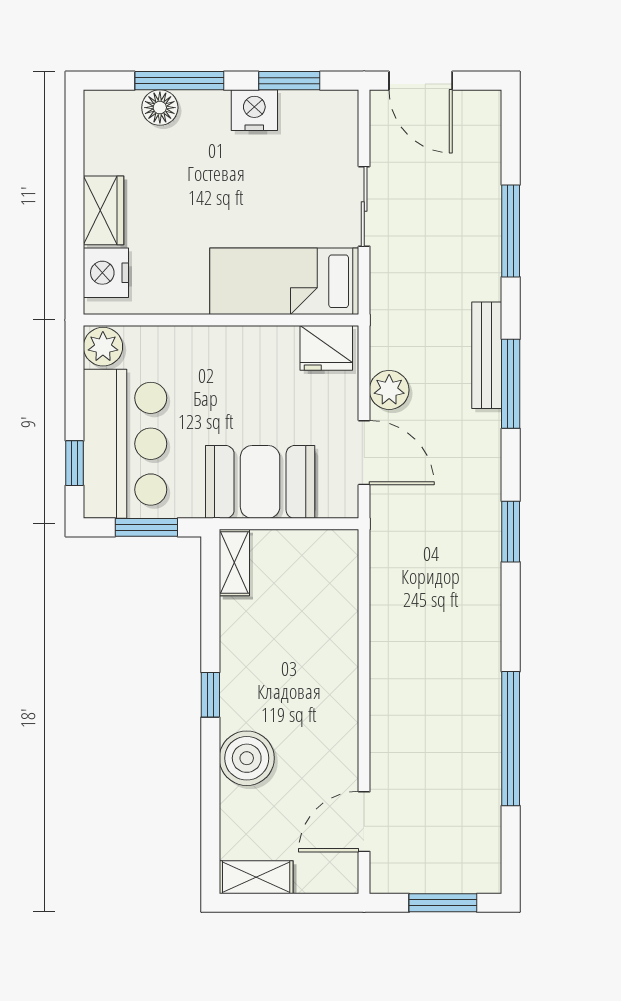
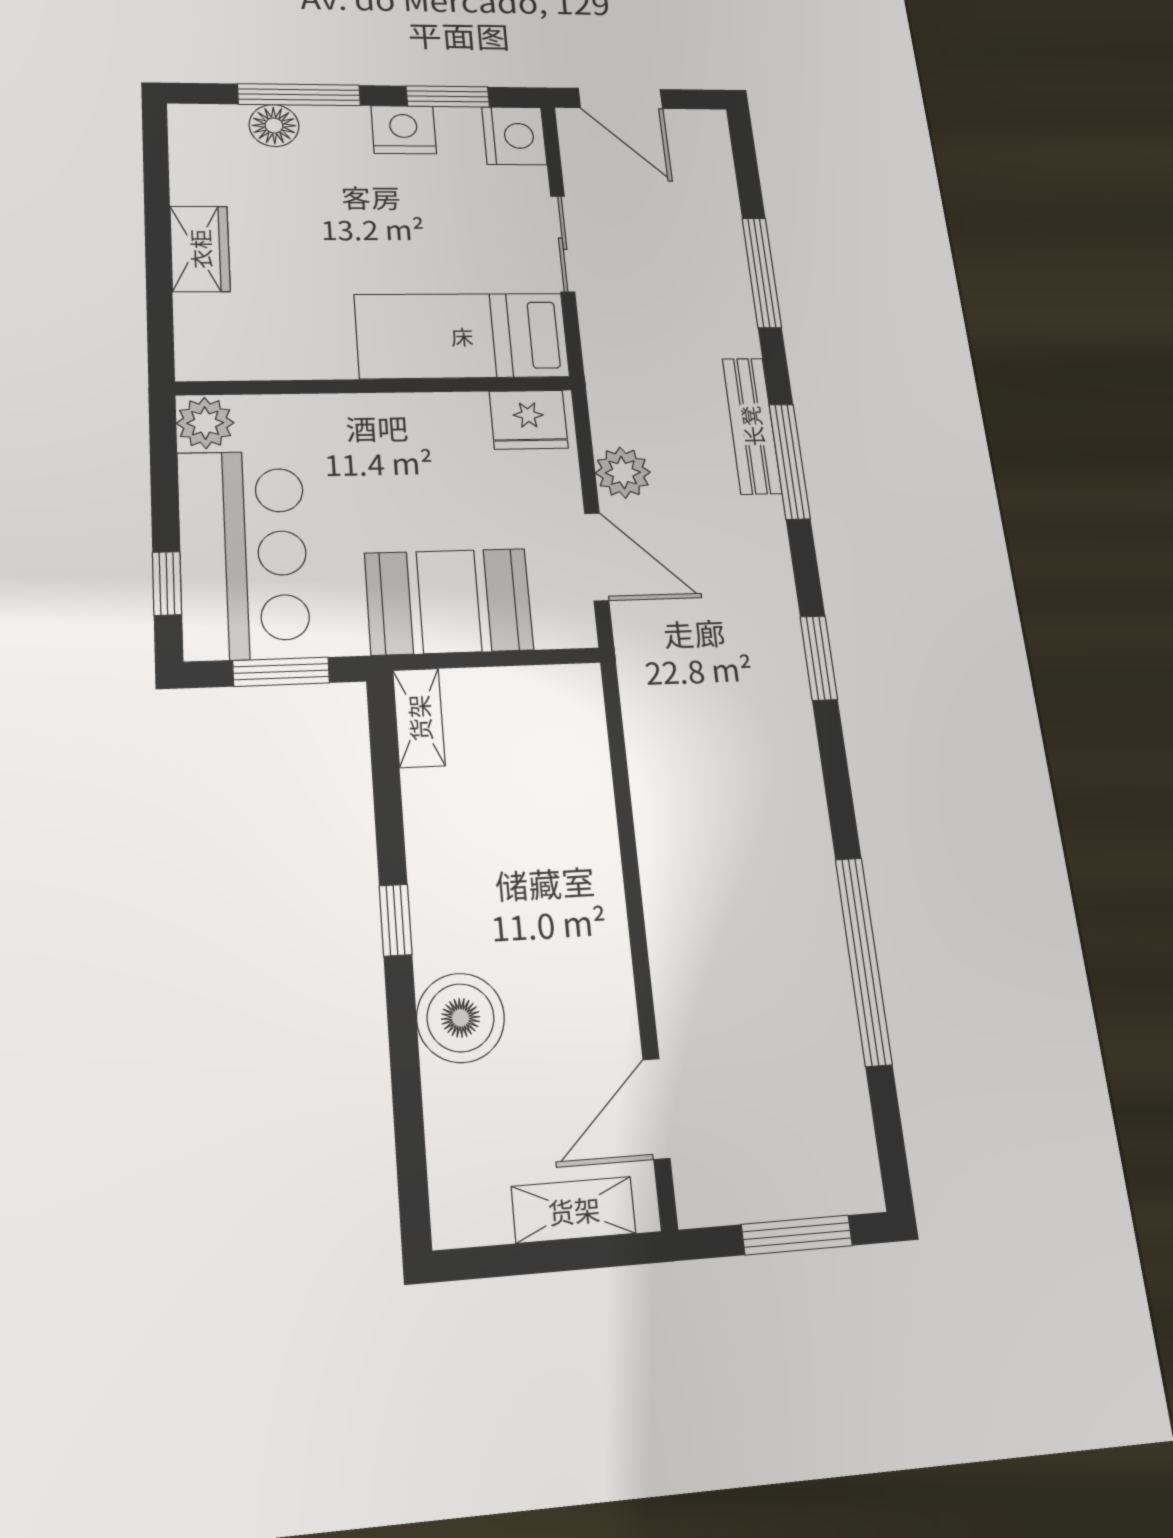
nightstand: (106, 273) -> (514, 136), moved, turned 180
shelving: (256, 877) -> (574, 1210), moved

